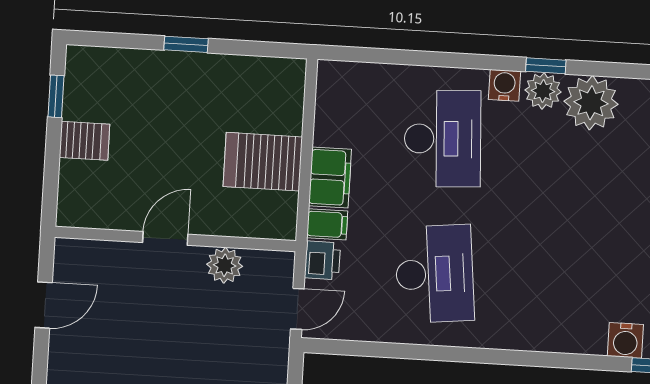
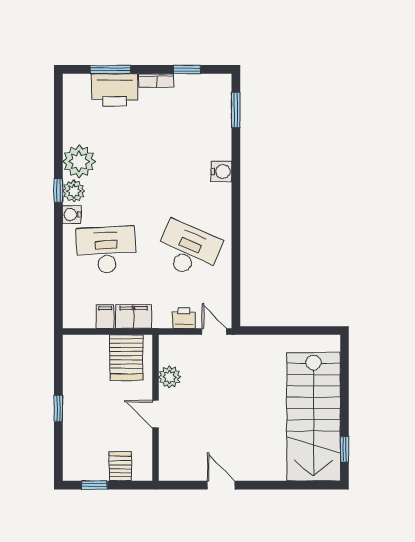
filing cabinet: (327, 224) -> (105, 317), moved
door: (165, 238) -> (155, 414), moved
wall: (175, 239) -> (155, 408), moved
plant: (225, 265) -> (170, 377), moved
desk: (435, 274) -> (188, 250), turned 30
water cooler: (625, 340) -> (221, 171), moved

